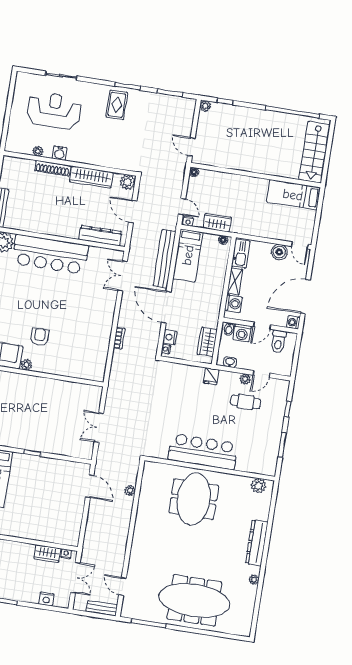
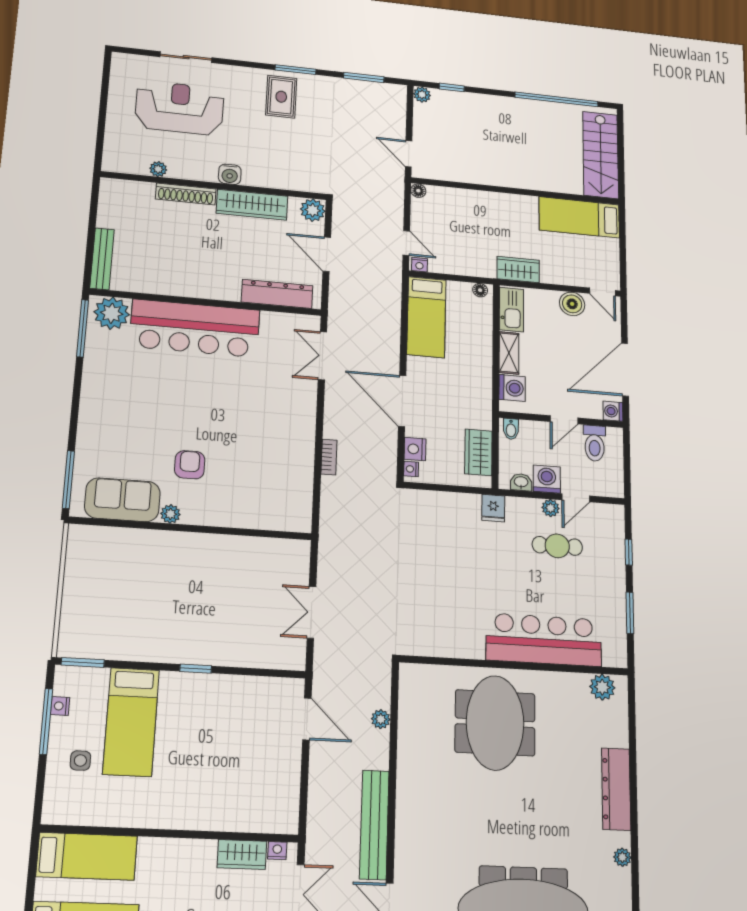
water cooler: (59, 153) -> (230, 174), moved
wardrobe: (217, 223) -> (518, 269), moved
bench: (165, 259) -> (374, 825), moved
washing machine: (242, 333) -> (547, 479), moved, turned 180
bar counter: (203, 452) -> (544, 640), moved

